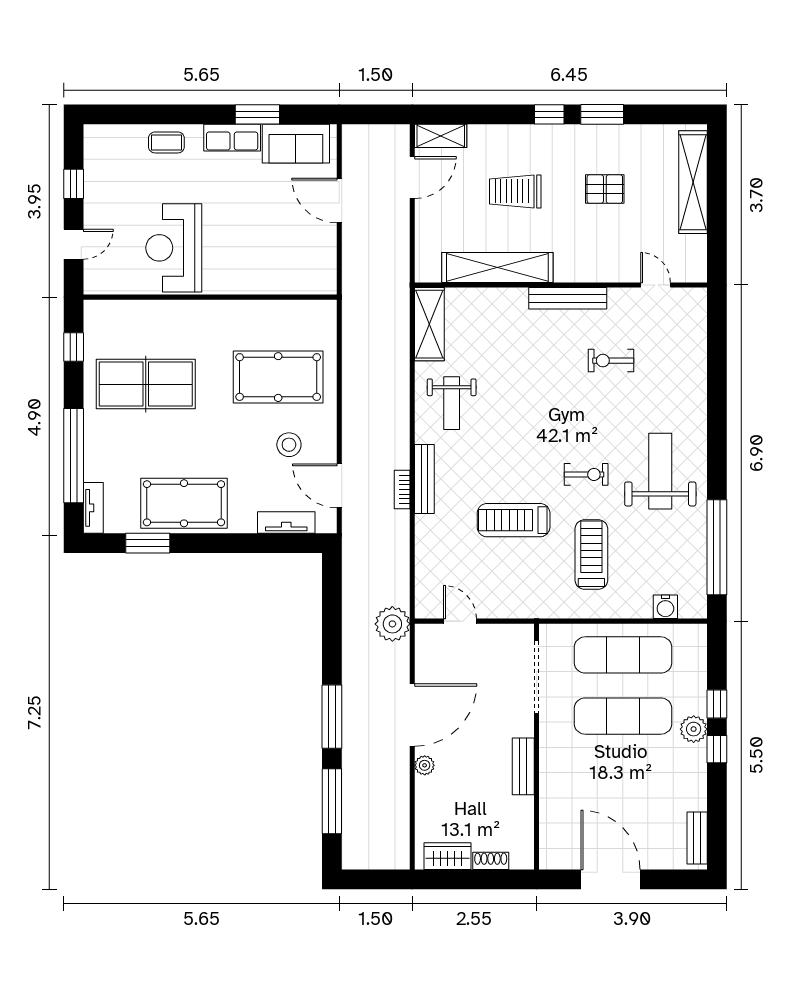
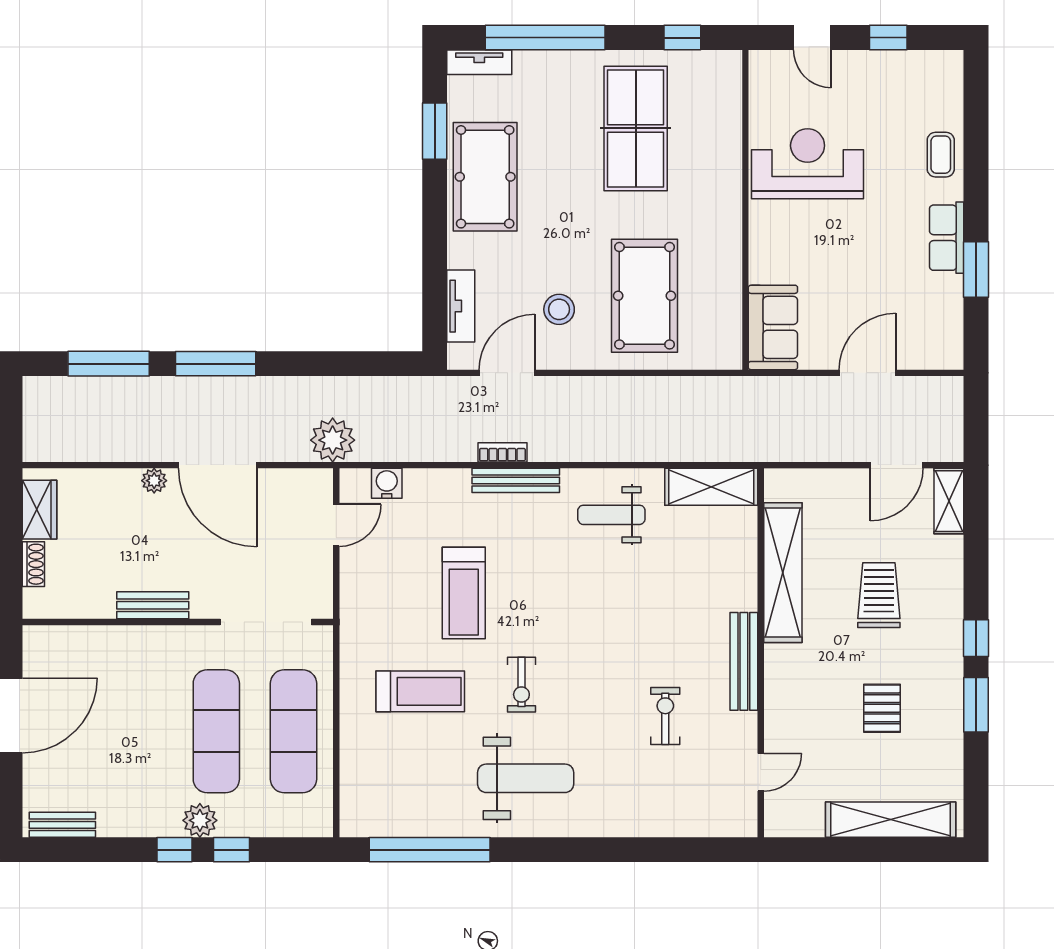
sofa: (296, 144) -> (773, 327), moved, turned 180
door: (412, 177) -> (897, 465), hinge flipped
treadmill: (514, 520) -> (464, 593), turned 180
water cooler: (665, 607) -> (387, 483), moved, turned 90

